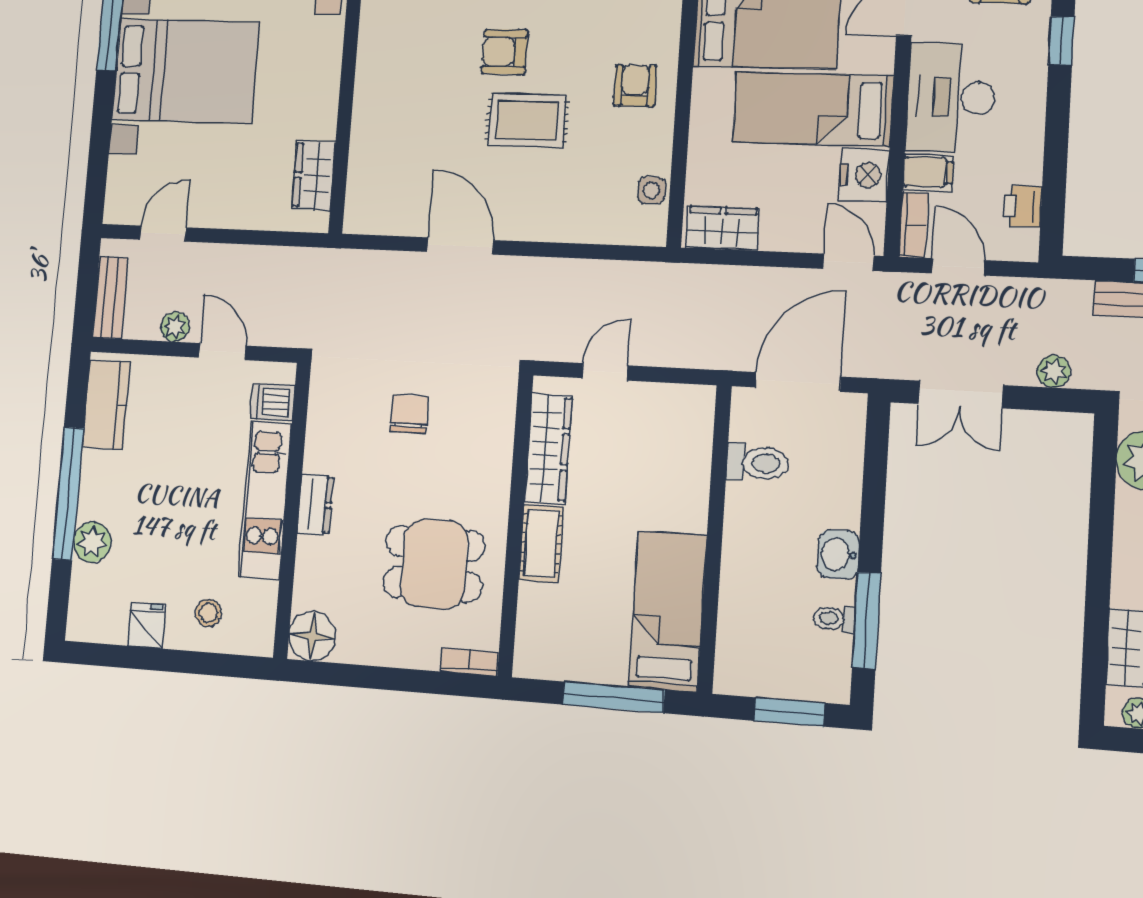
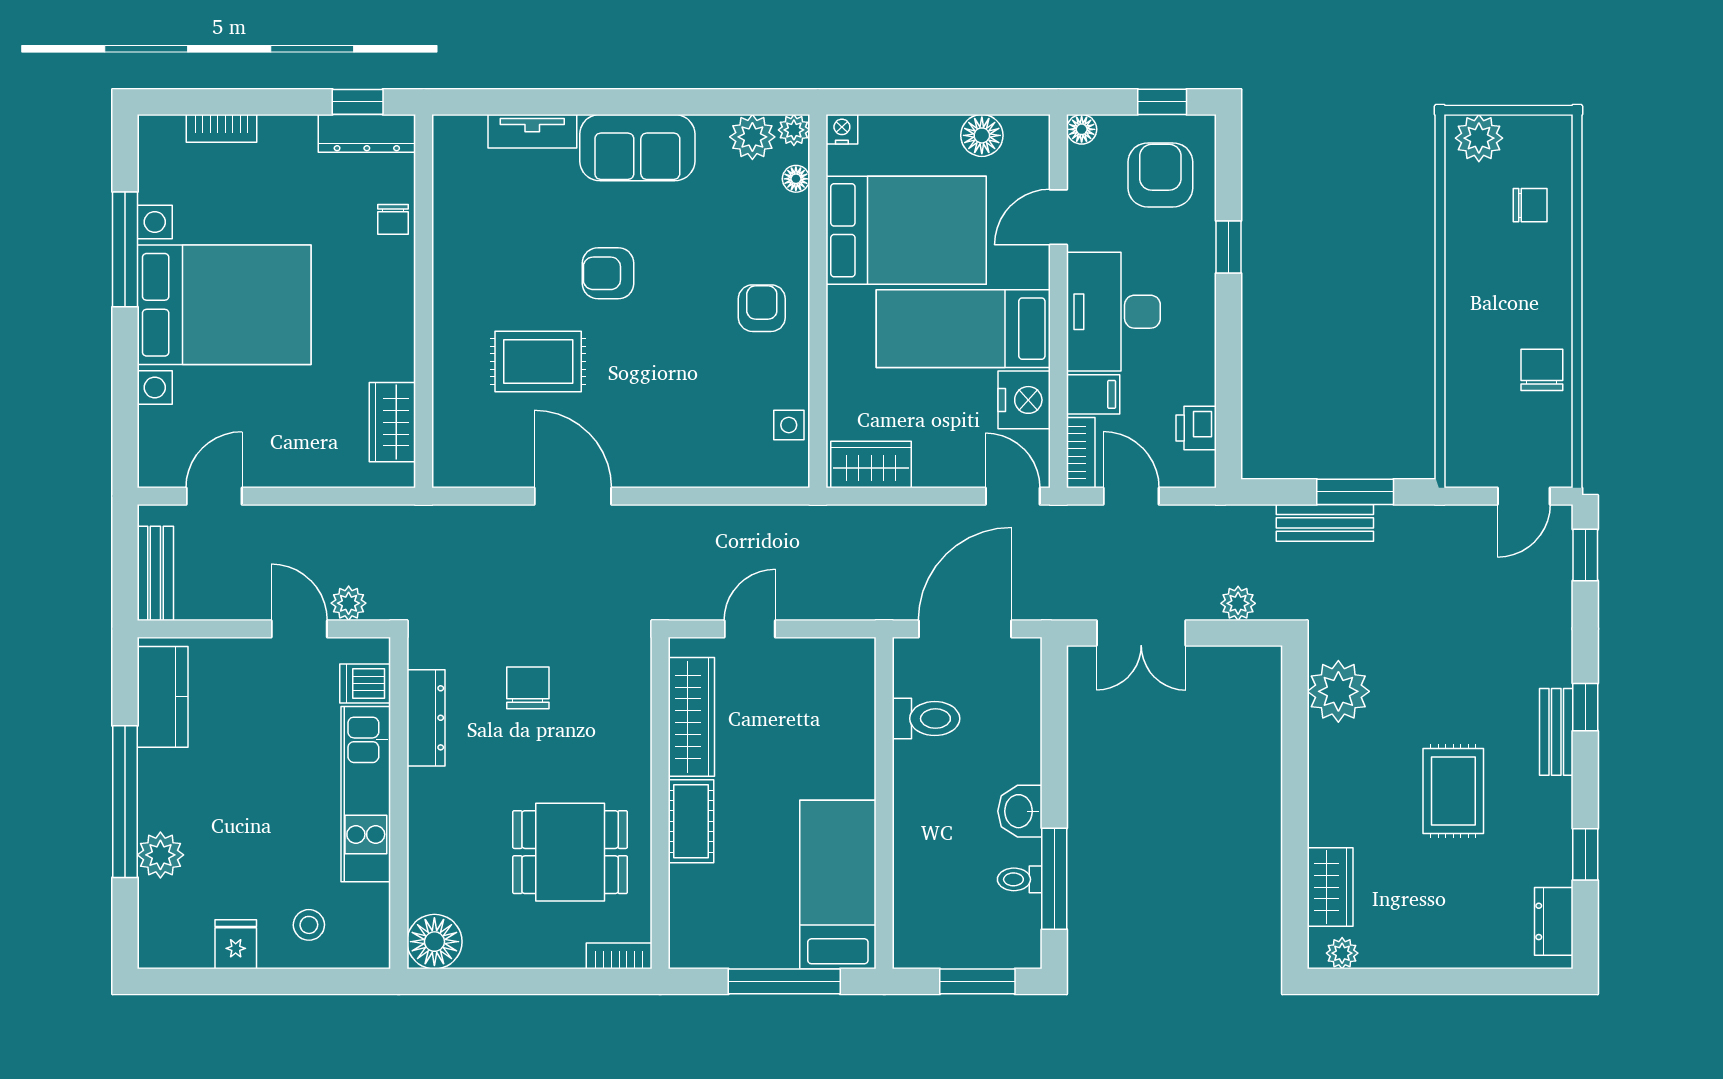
rug: (527, 120) -> (538, 361), moved
plant: (175, 327) -> (349, 603), moved
dresser: (315, 504) -> (426, 718), moved, width x1.44

